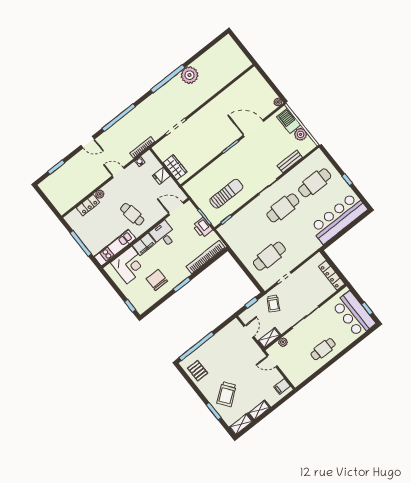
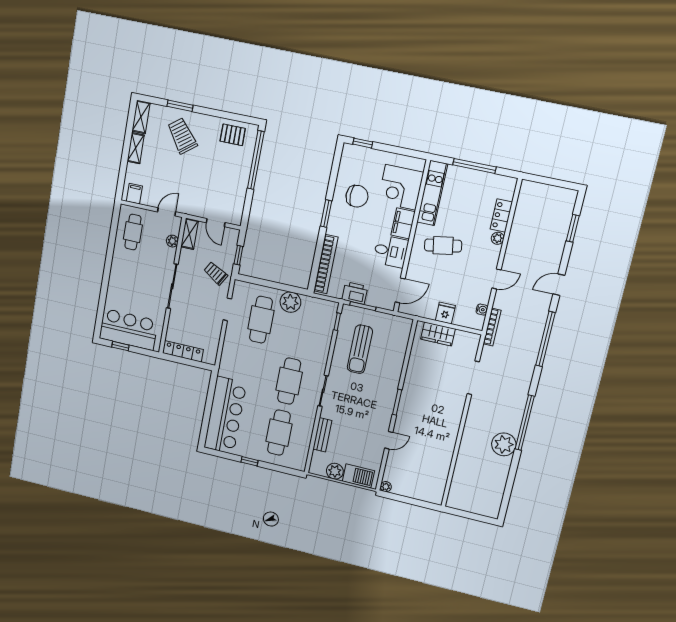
door: (253, 128) -> (389, 440), width x0.53
plant: (244, 252) -> (290, 302), added
cafe table: (323, 349) -> (133, 232), moved

